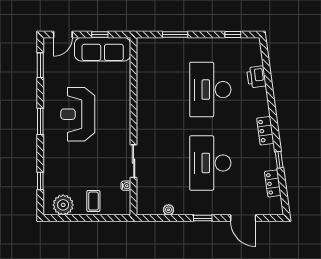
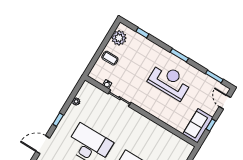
sofa: (103, 49) -> (198, 126), width x0.73

